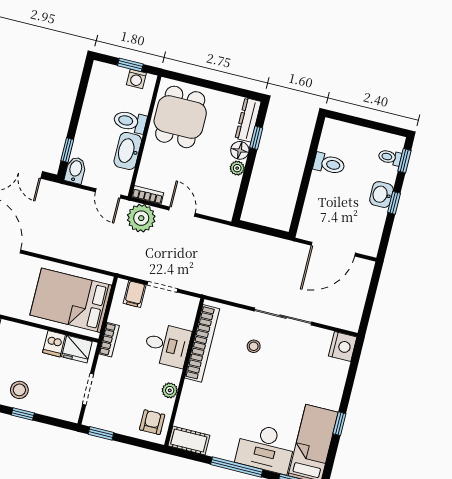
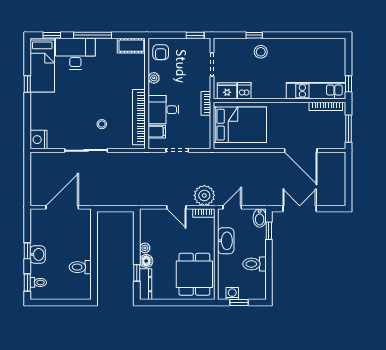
toilet: (130, 122) -> (254, 264), moved, turned 180
door: (108, 193) -> (232, 207), hinge flipped
filing cabinet: (135, 294) -> (157, 132), moved, turned 90

